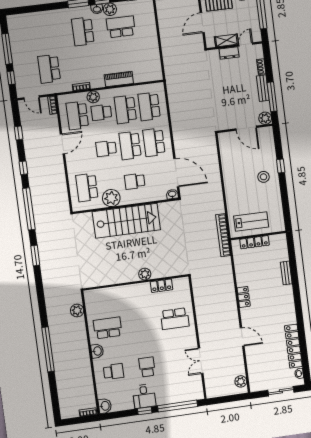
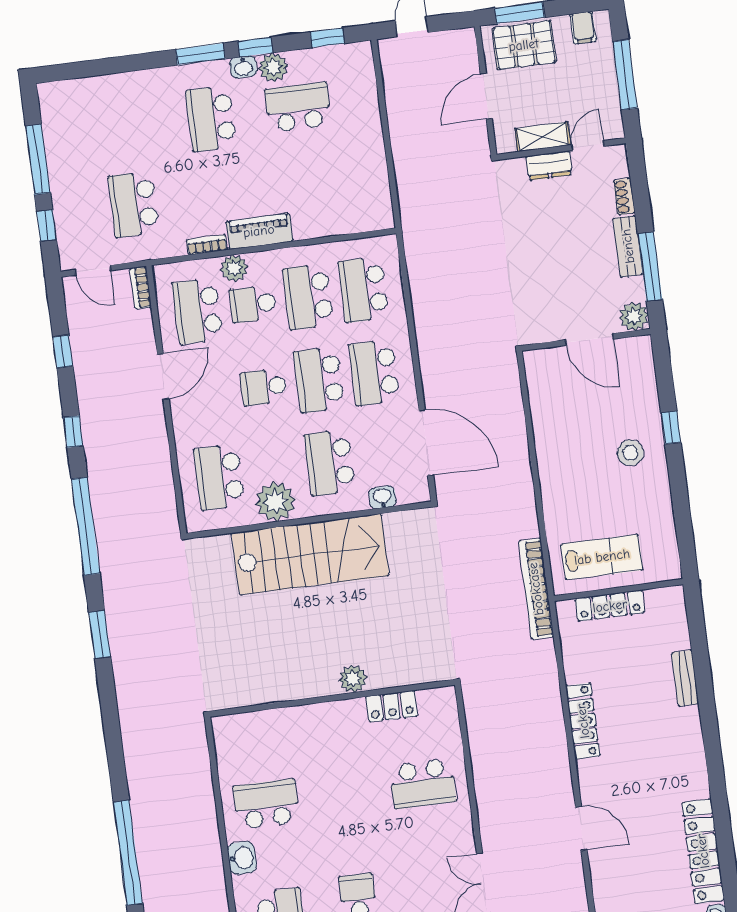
piano: (119, 79) -> (259, 231), moved
school desk: (135, 181) -> (330, 463), width x1.85
washbasin: (172, 194) -> (382, 497), moved
locker: (244, 297) -> (583, 721), width x1.53
plant: (77, 311) -> (196, 763), removed

